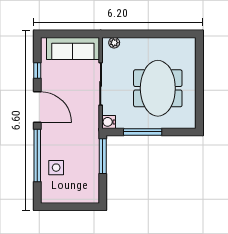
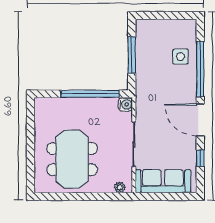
meeting table: (158, 88) -> (72, 159), moved
window: (143, 132) -> (90, 94), width x1.46
window: (103, 156) -> (132, 55), moved

